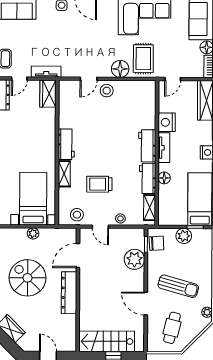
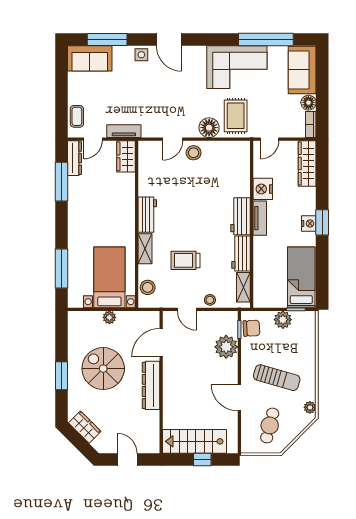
floor lamp: (164, 178) -> (260, 253), removed
stool: (77, 215) -> (148, 287), moved

